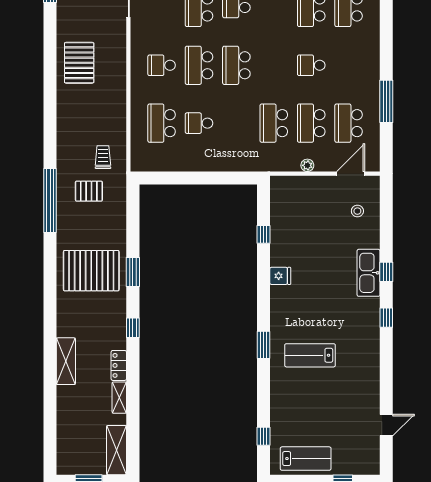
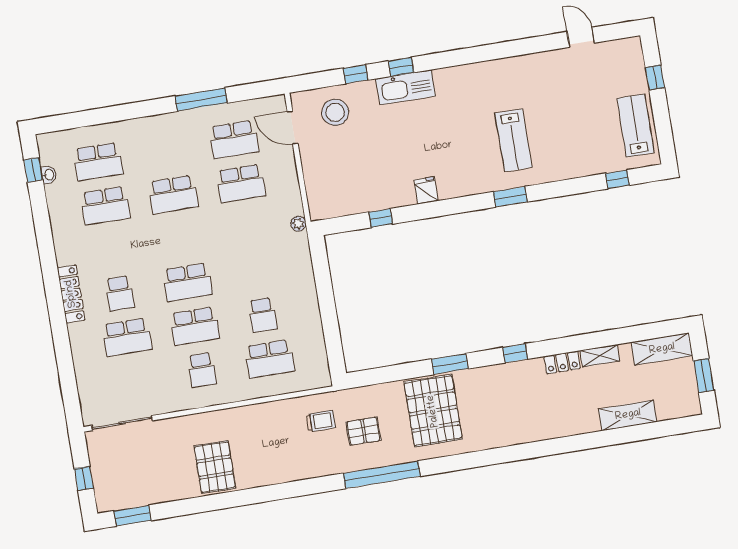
pallet: (79, 63) -> (215, 467), turned 90
school desk: (311, 65) -> (173, 194), width x1.85
school desk: (274, 123) -> (248, 227), removed
trolley: (103, 157) -> (321, 421), turned 180
plant: (307, 165) -> (298, 224), moved
pallet: (89, 191) -> (363, 431), turned 90
stool: (357, 211) -> (335, 112), width x1.89, depth x1.89
pallet: (91, 271) -> (433, 411), moved
window: (386, 318) -> (356, 74), moved
shelving: (66, 361) -> (628, 415), moved

